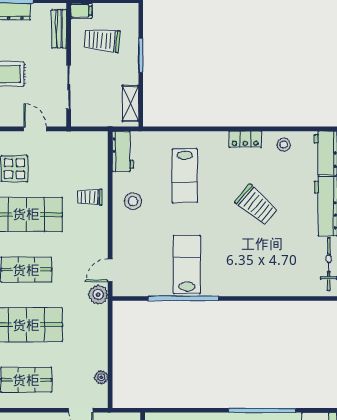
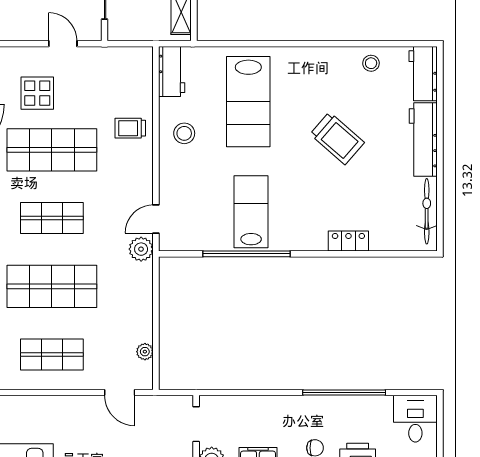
locker: (245, 139) -> (348, 241), moved, turned 180
lab bench: (185, 176) -> (248, 102), width x1.36, depth x1.39

